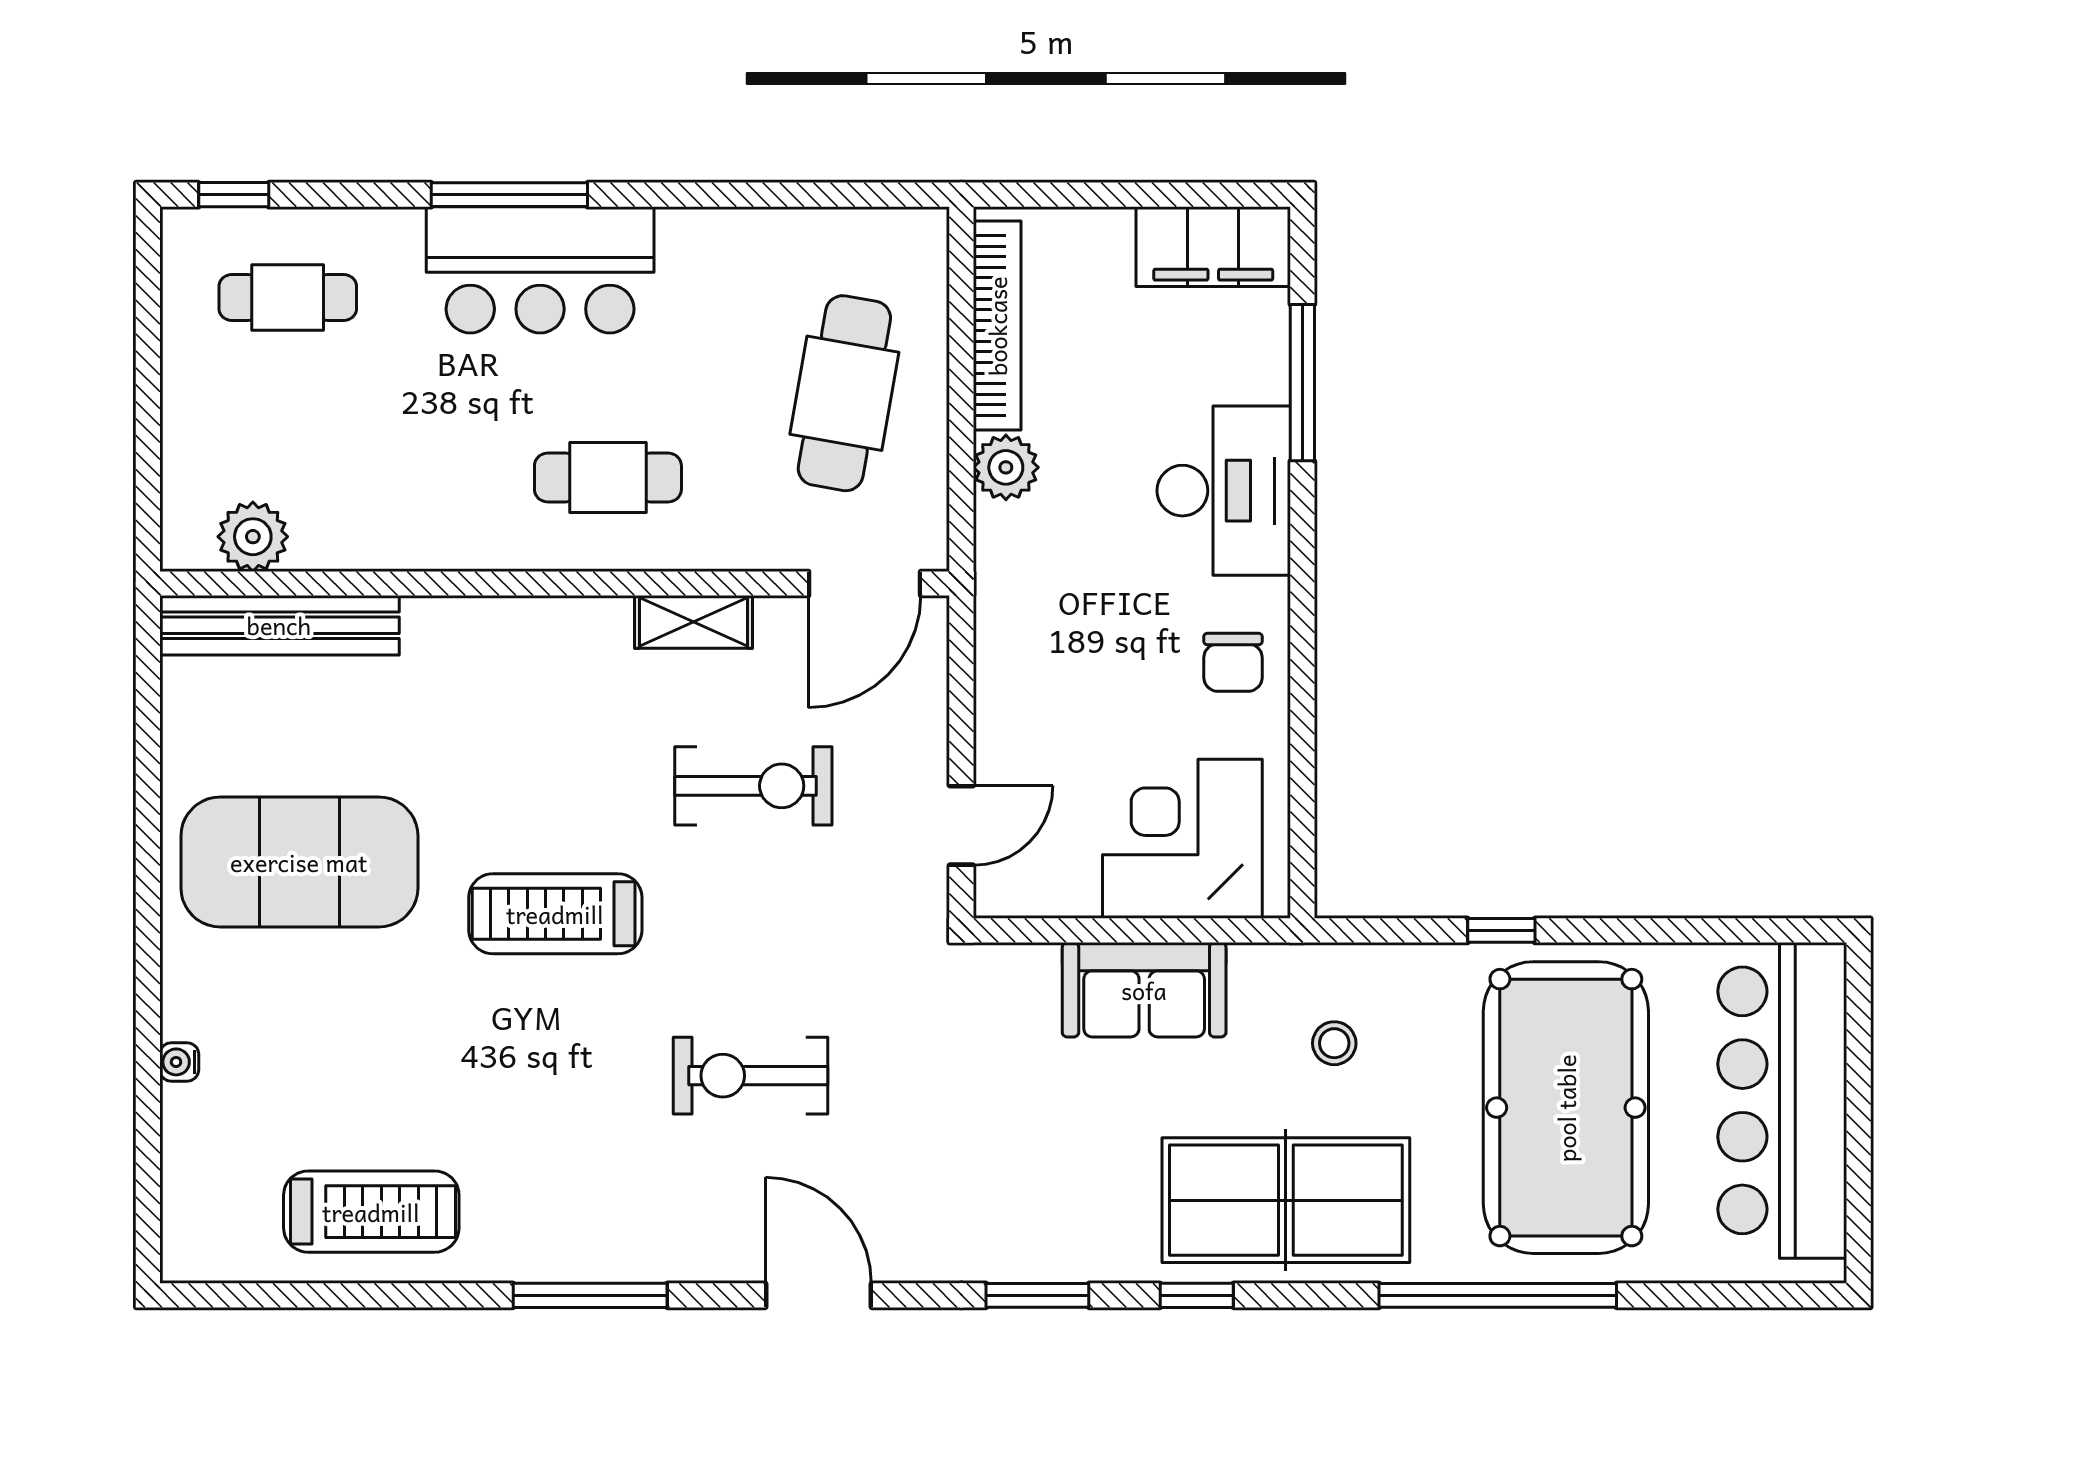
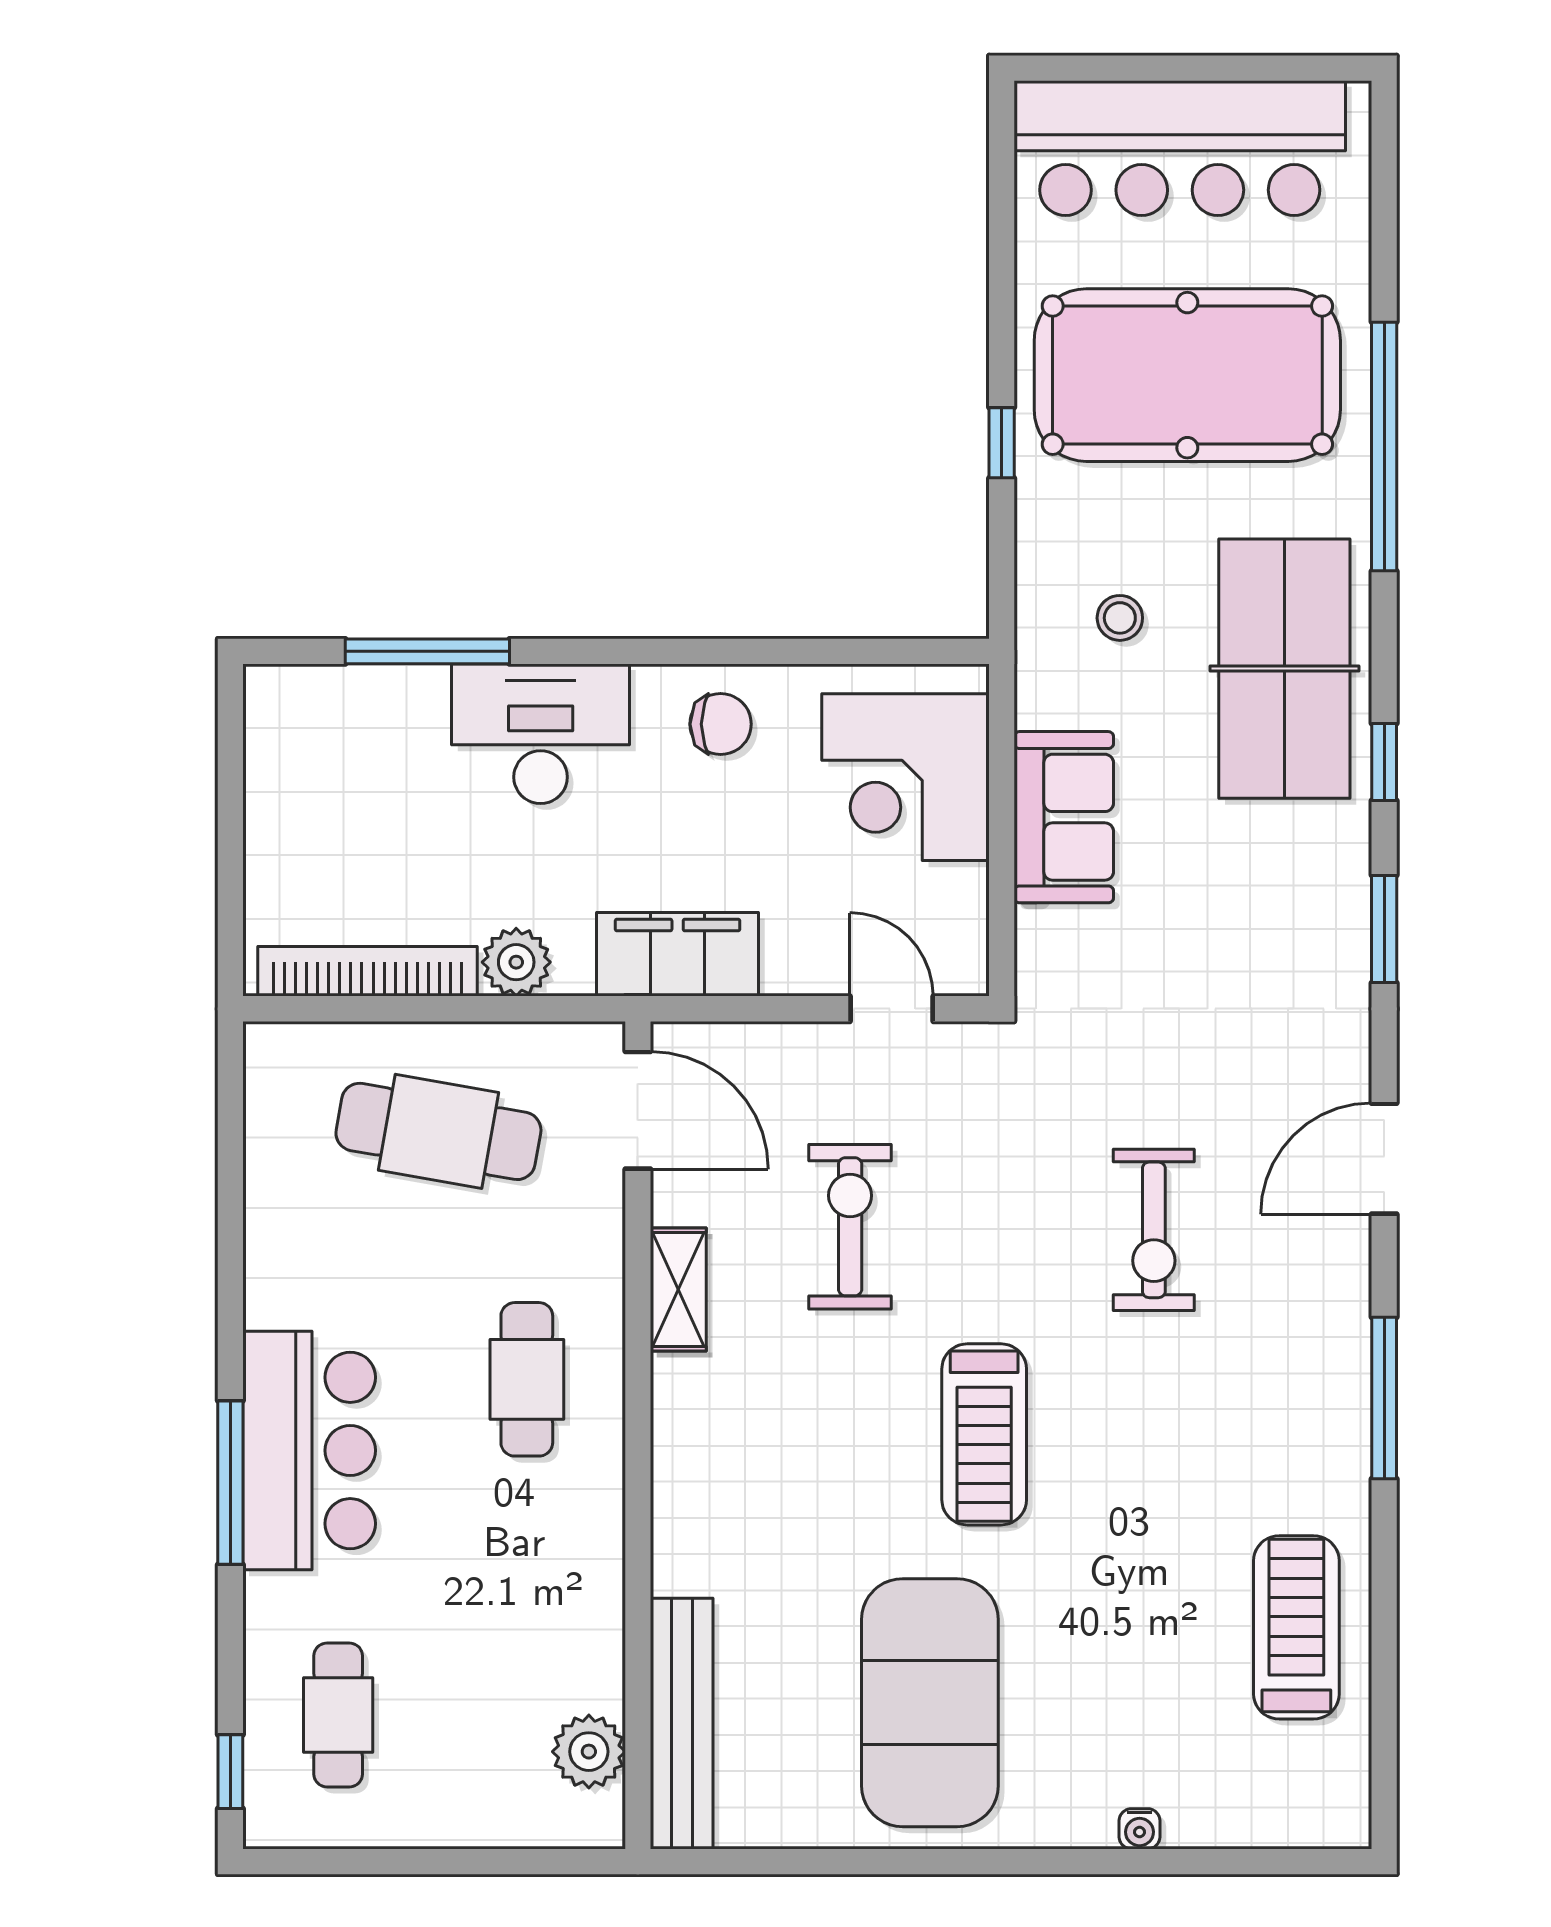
filing cabinet: (1213, 247) -> (678, 954), moved, turned -90

